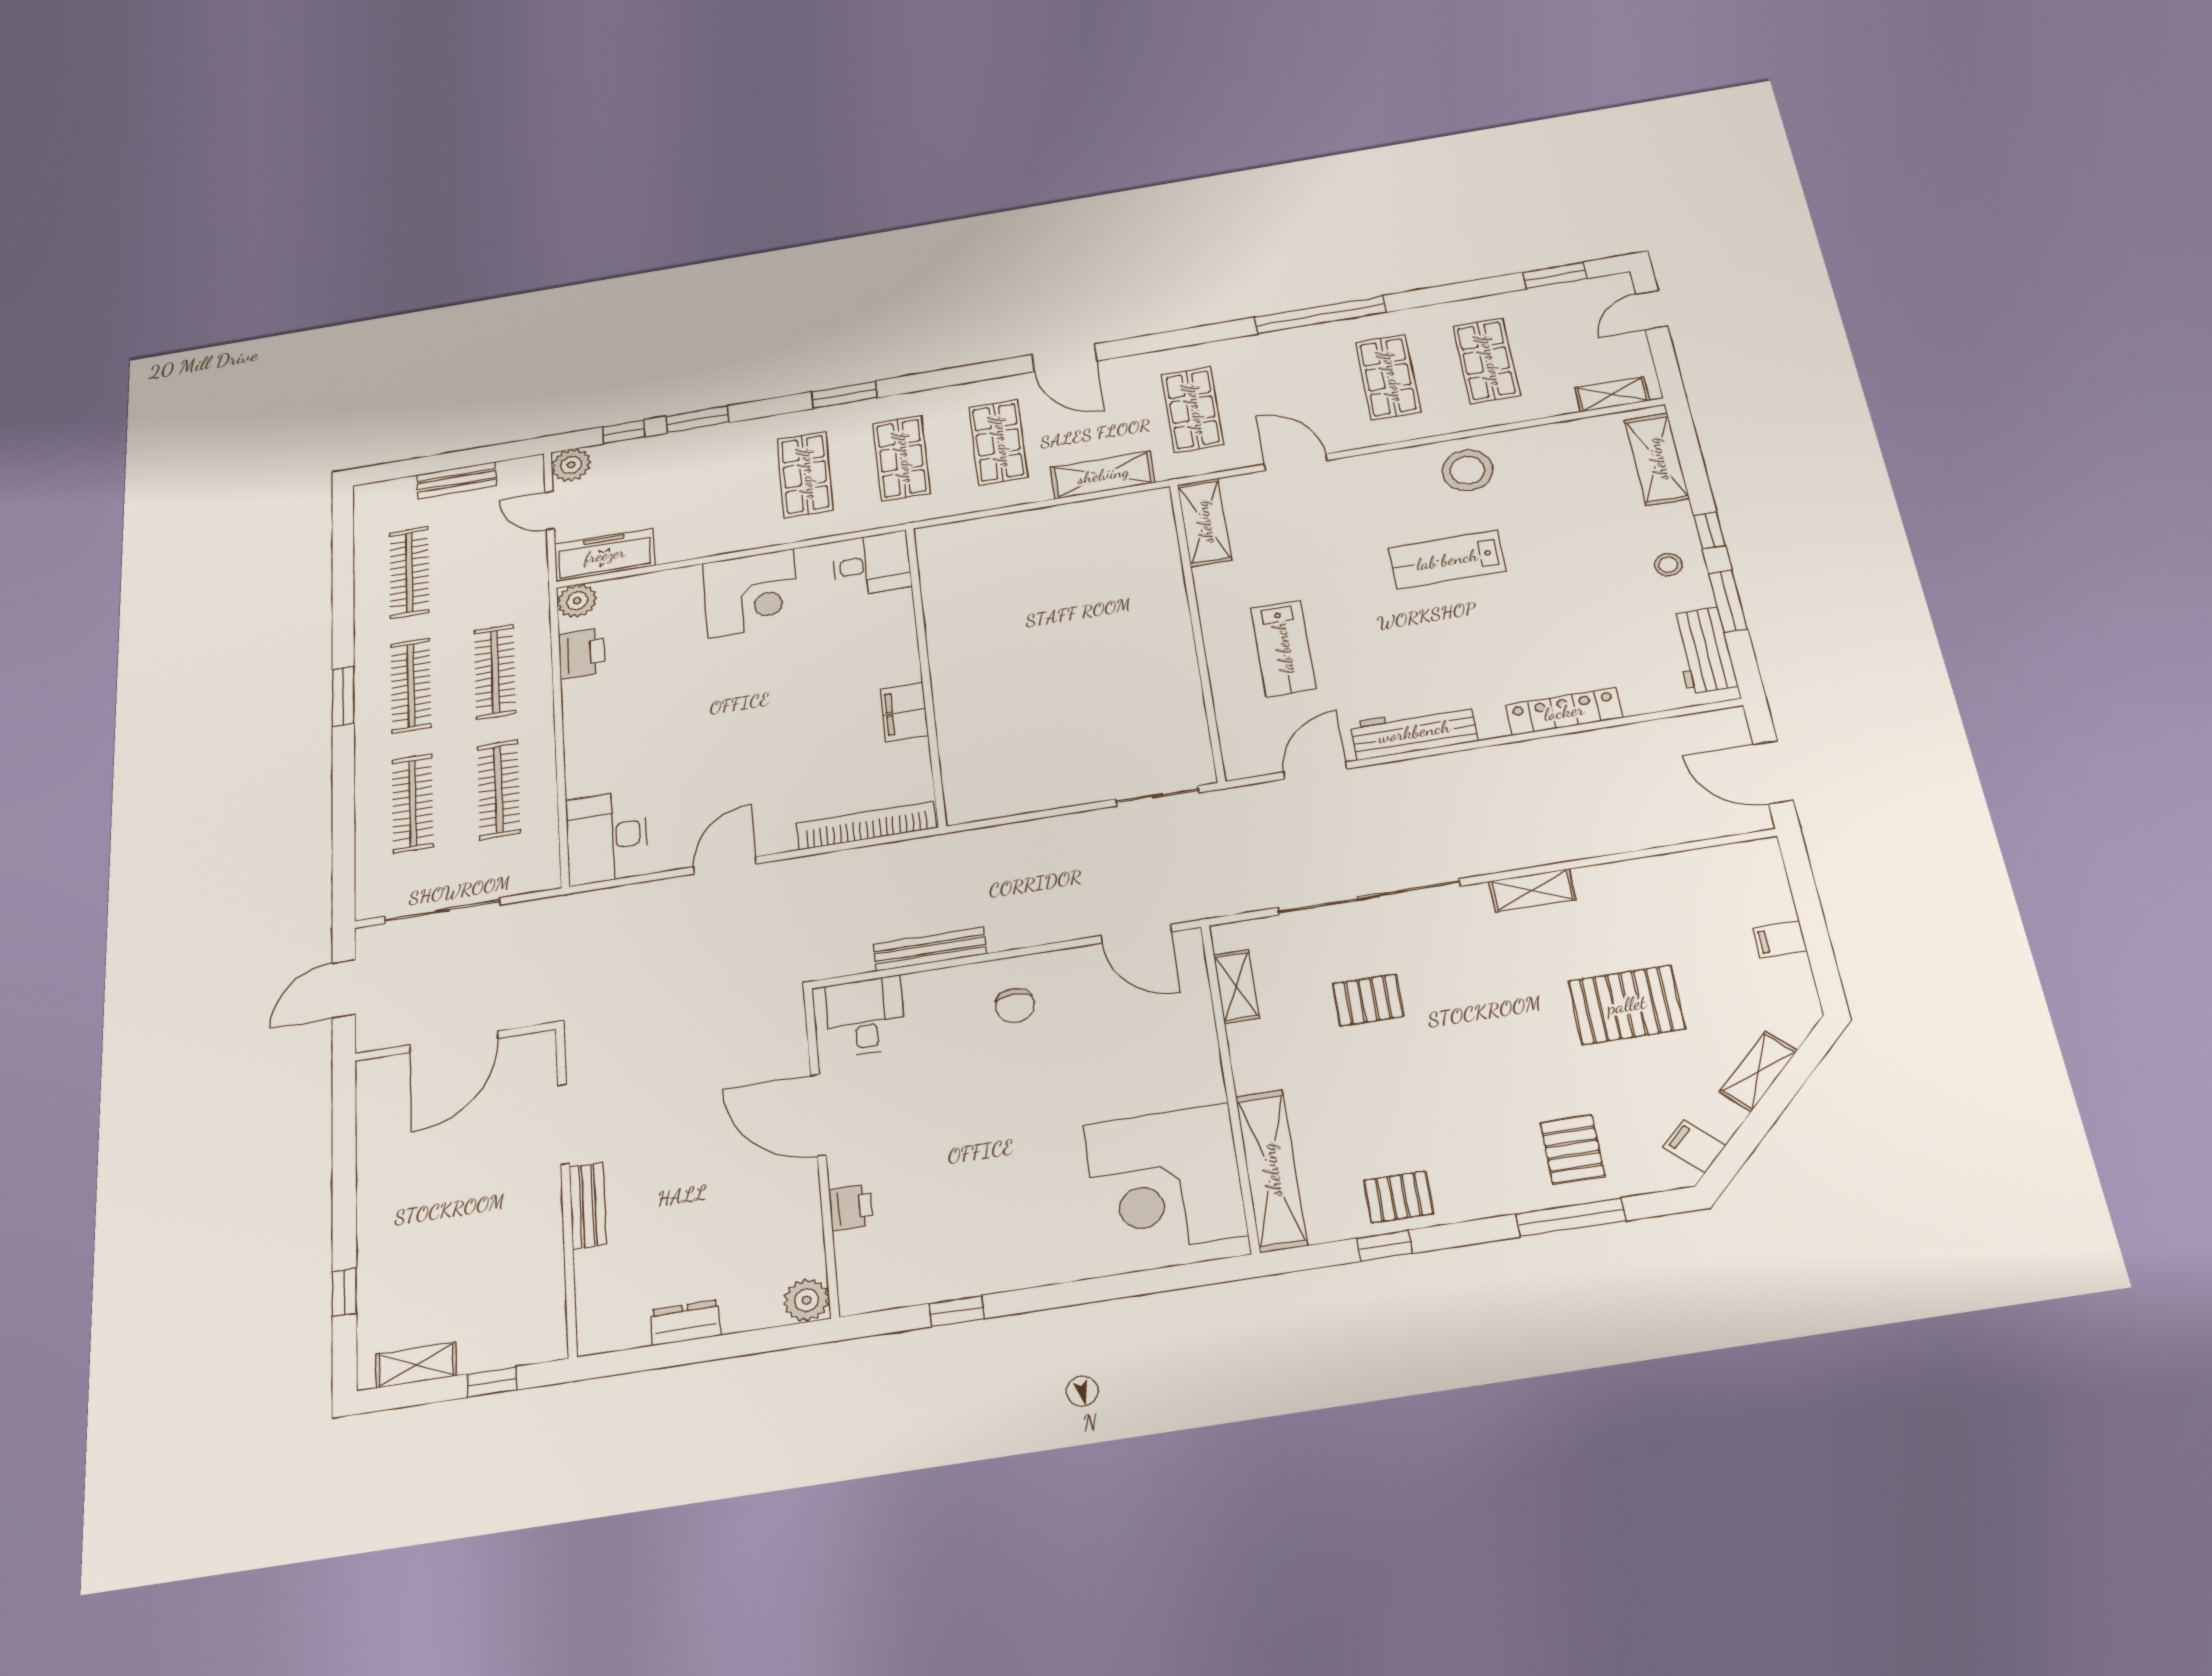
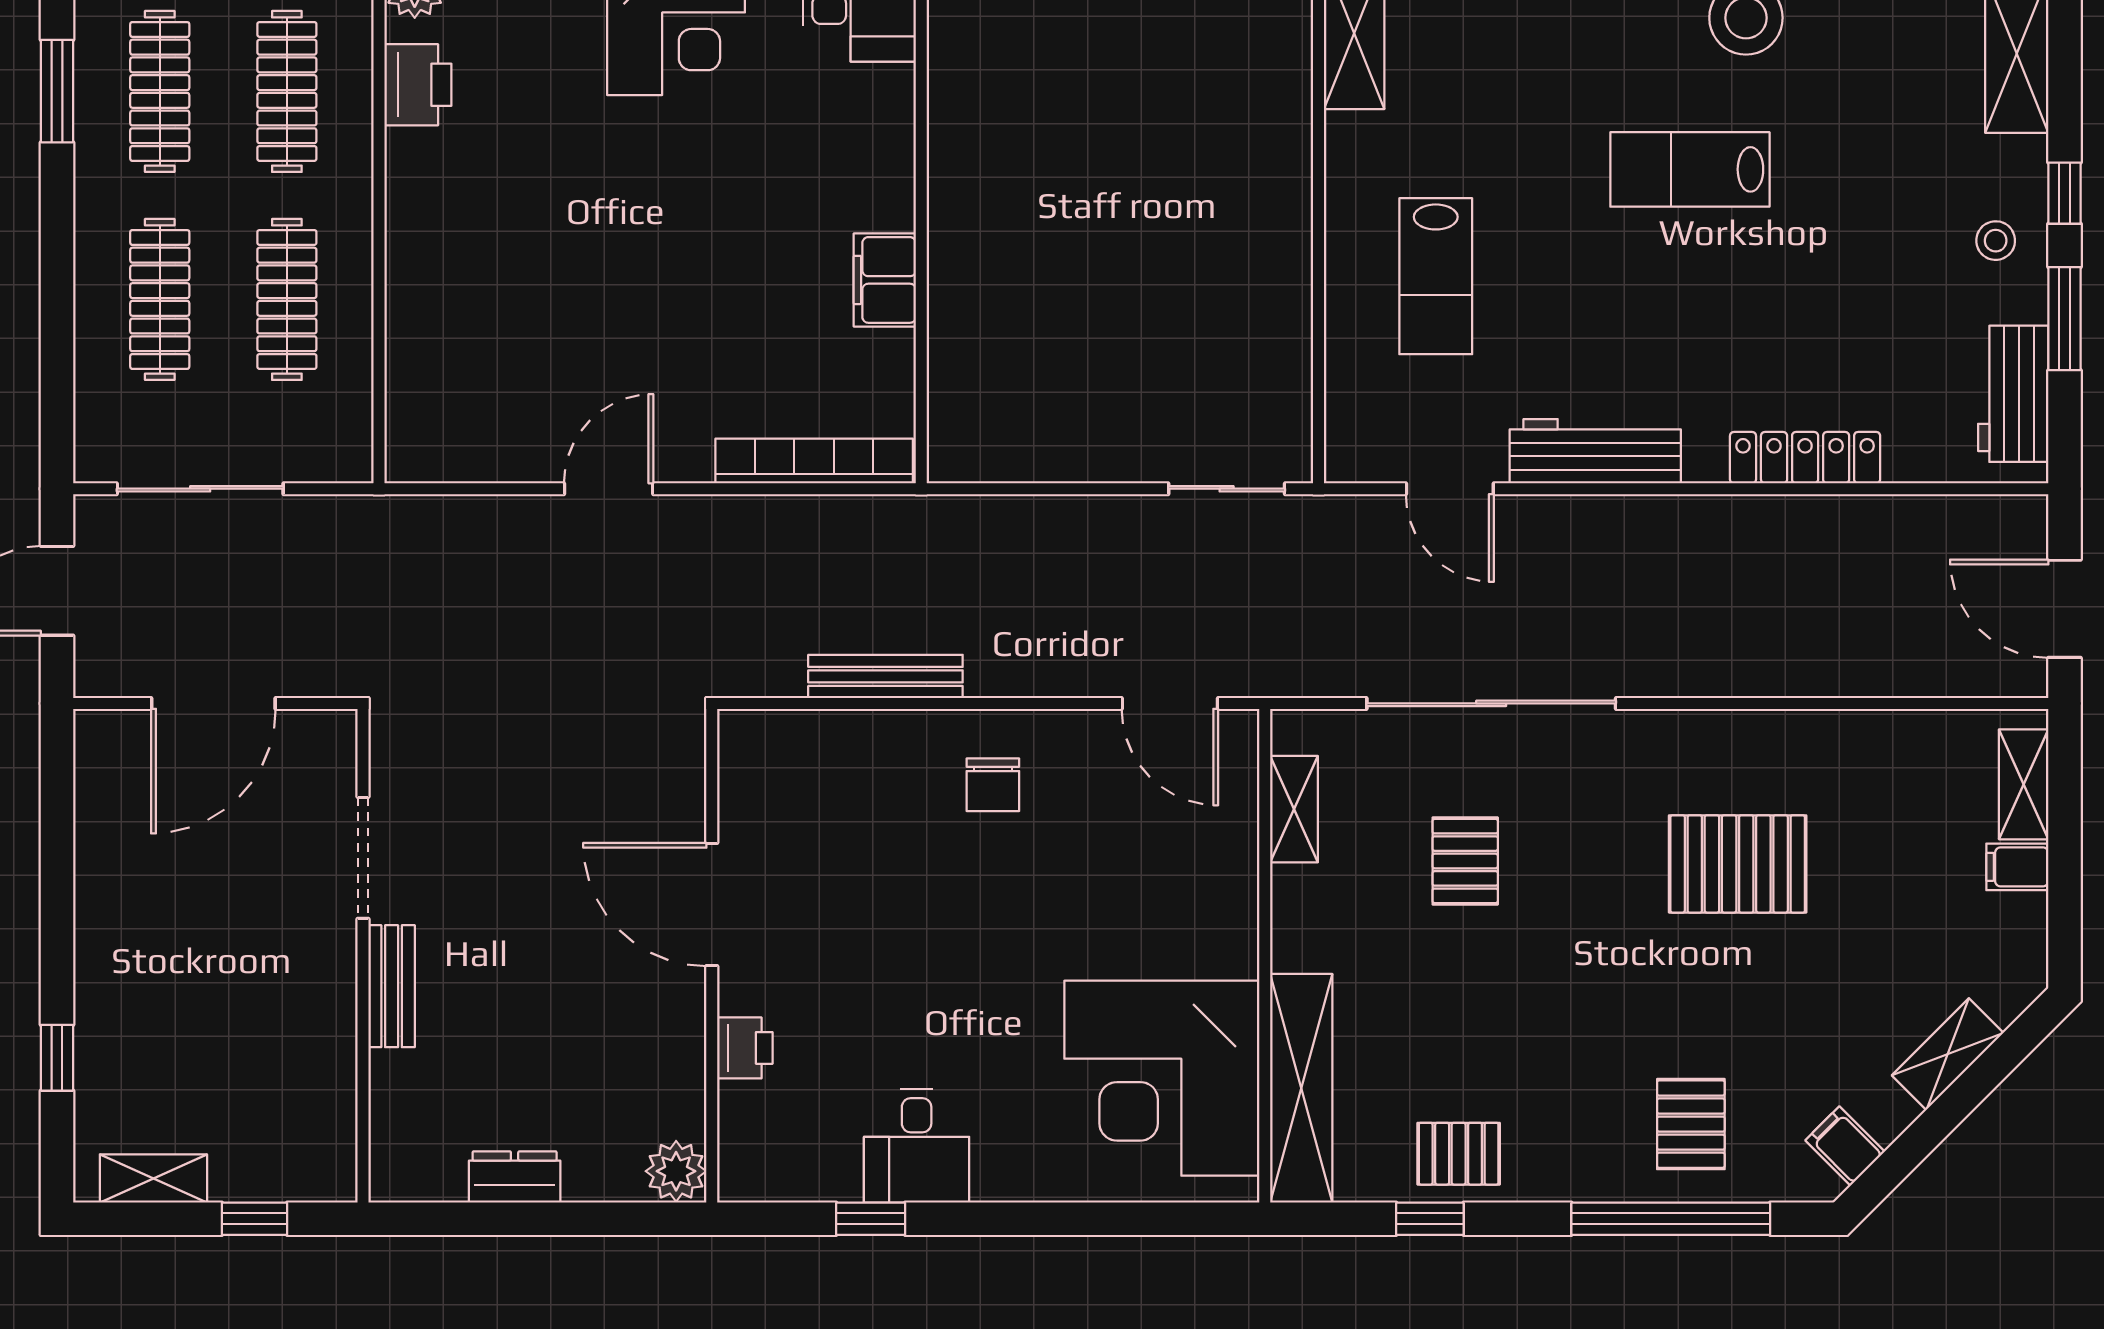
door: (1315, 771) -> (1450, 489), swing flipped
desk: (607, 837) -> (442, 410), removed
shelving: (1532, 890) -> (2024, 784), moved, turned 90
pallet: (1368, 1000) -> (1465, 861), turned 90
pallet: (1627, 1005) -> (1738, 864), moved
desk: (865, 1016) -> (917, 1146), moved, turned 180
window: (1571, 1217) -> (1671, 1219), width x1.46

